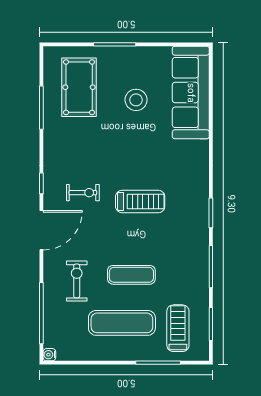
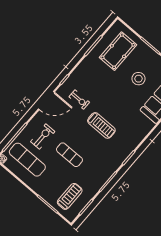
exercise mat: (122, 323) -> (27, 160), moved

